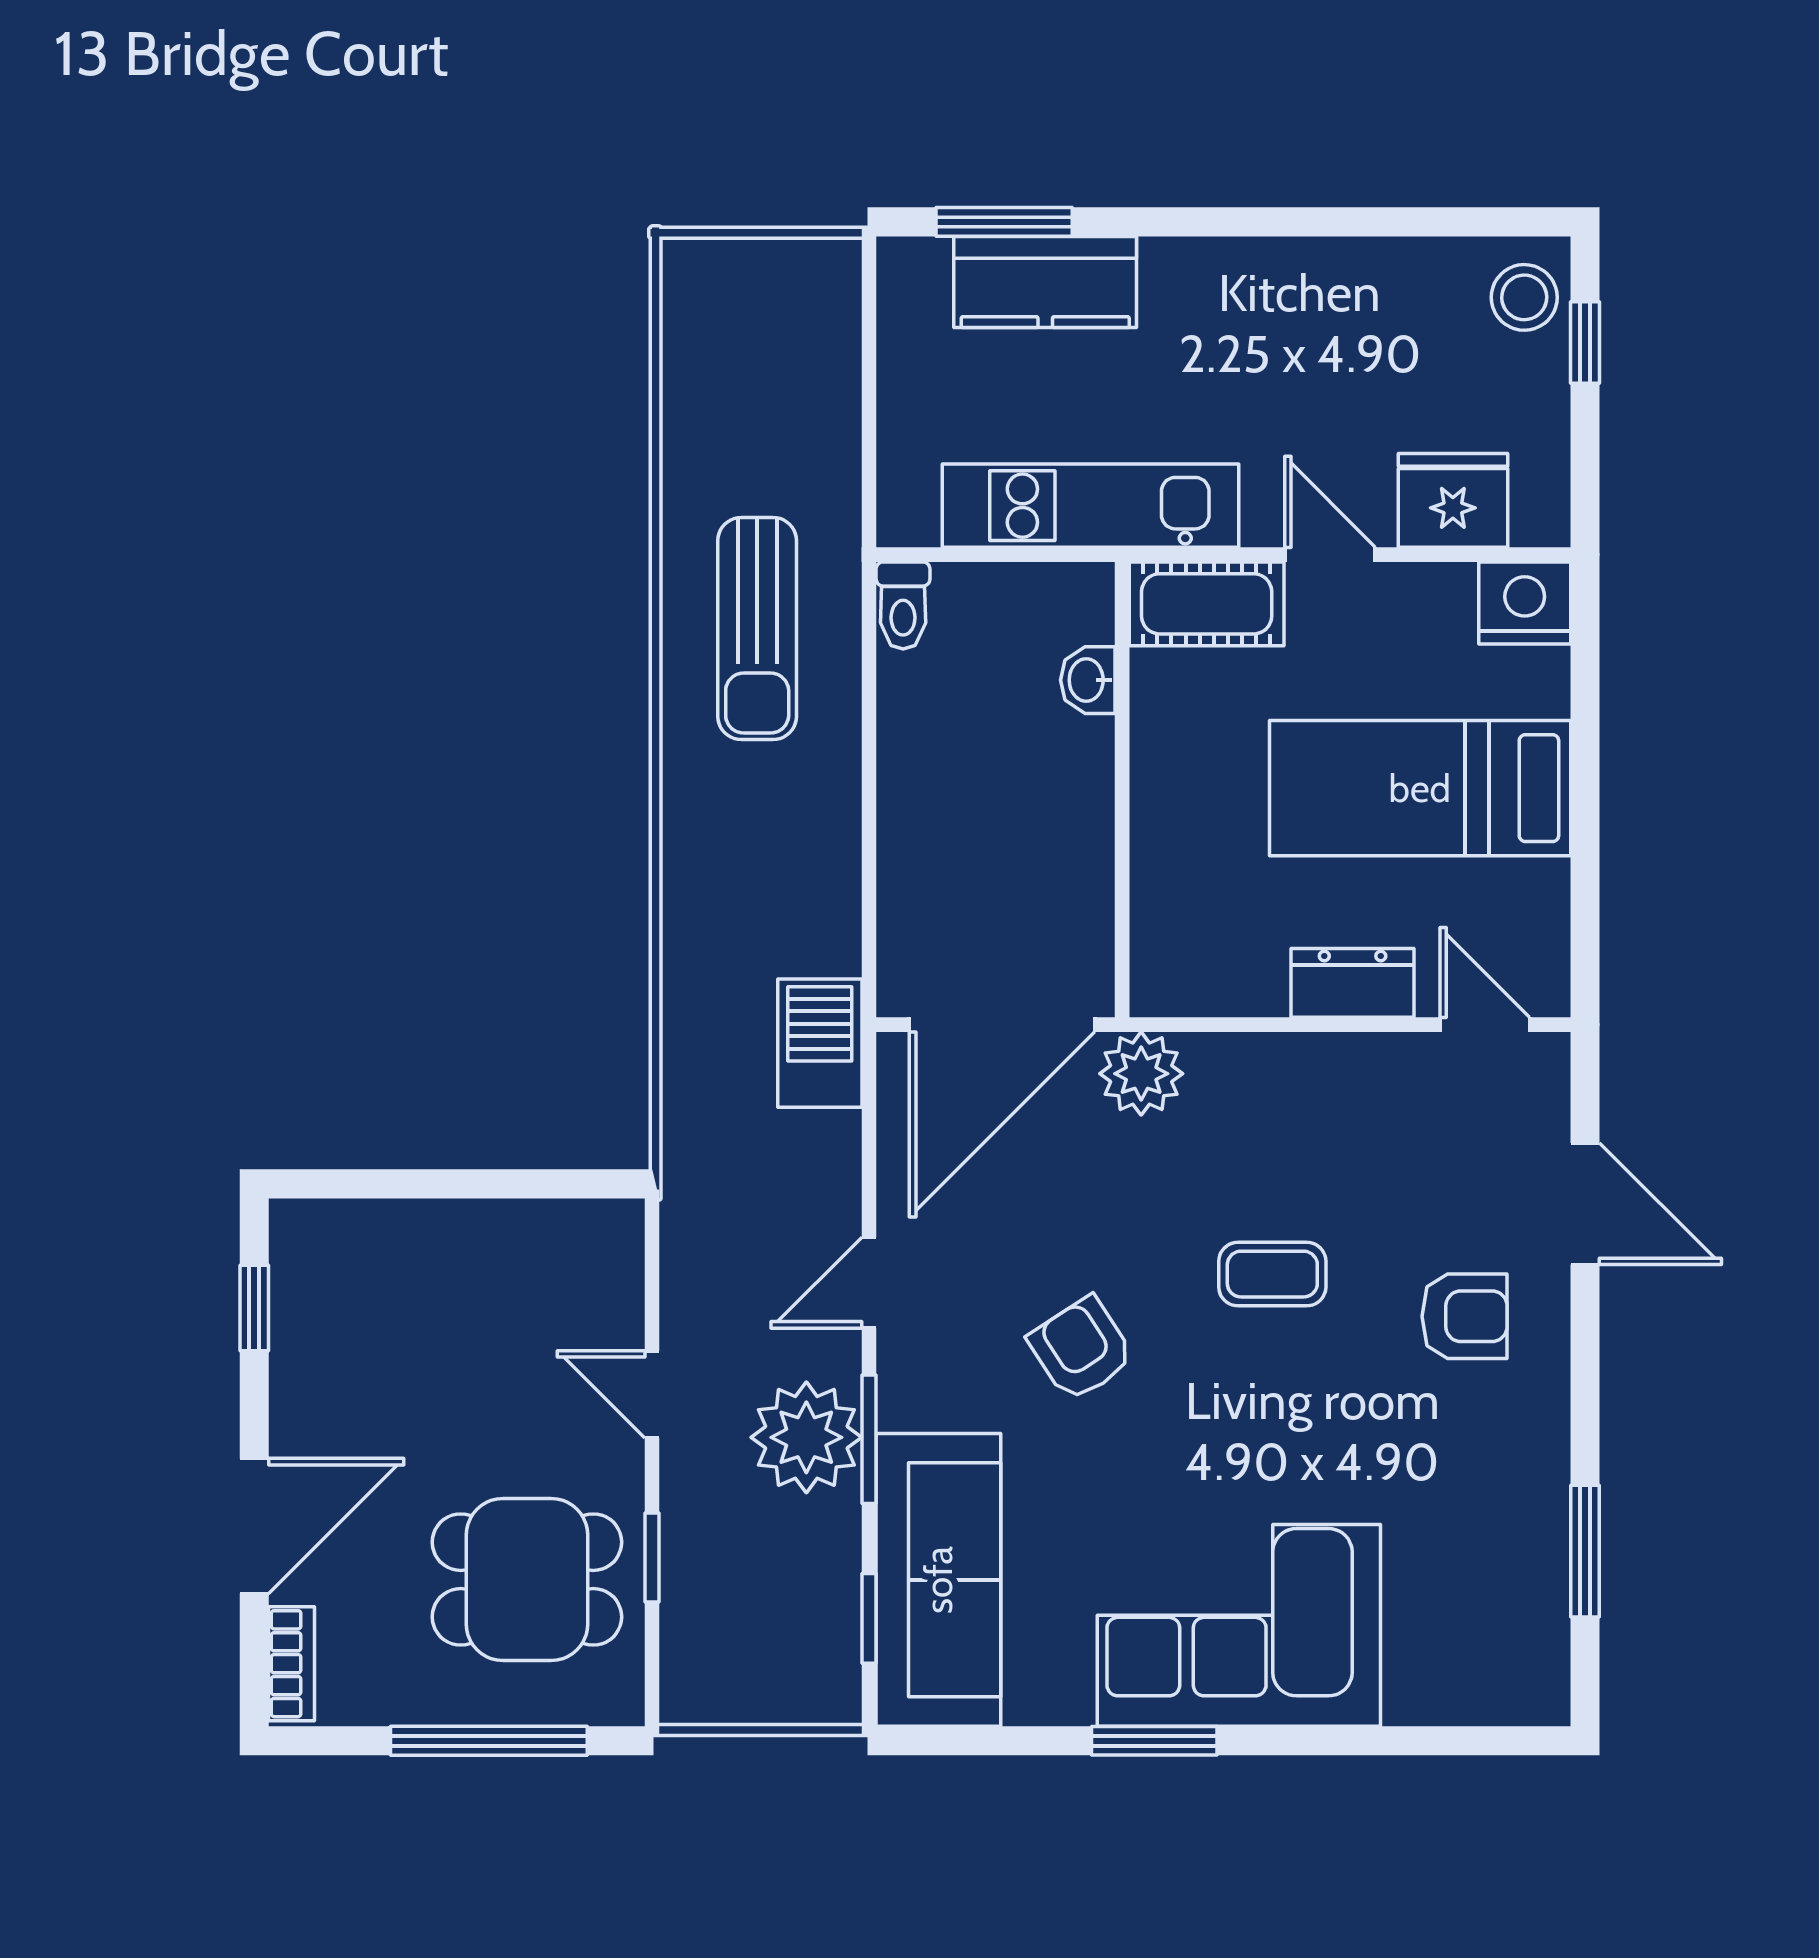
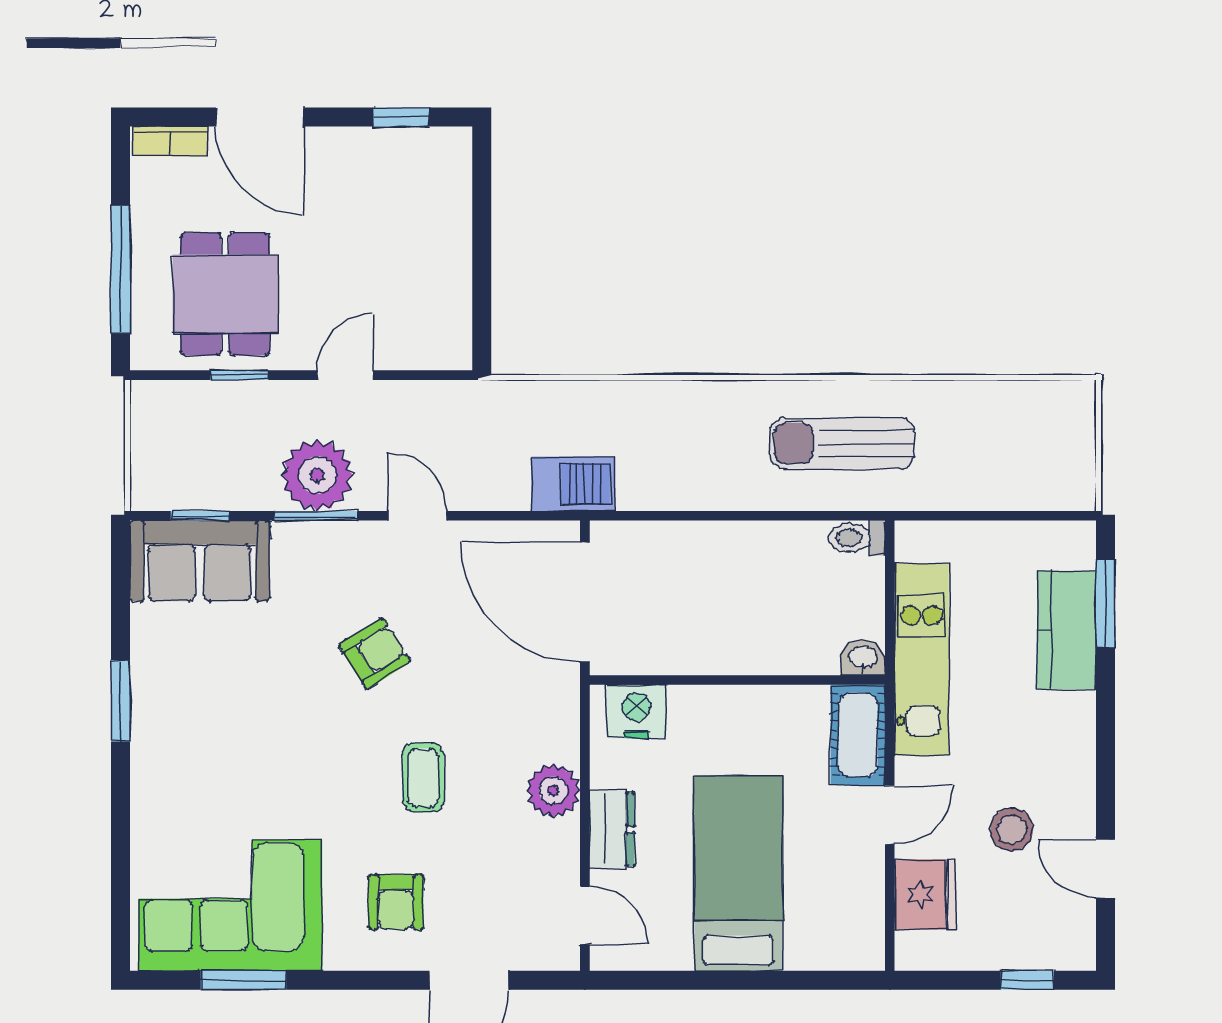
door: (1413, 222) -> (1106, 869), added
stool: (1524, 297) -> (1012, 829), moved
nightstand: (1525, 603) -> (636, 711), moved, turned -90
washbasin: (1088, 680) -> (863, 658), moved
door: (1485, 1025) -> (585, 915), hinge flipped
plant: (1141, 1074) -> (553, 791), moved
sofa: (938, 1580) -> (200, 561), width x0.73
corner sofa: (1239, 1625) -> (230, 905), moved, turned -90

